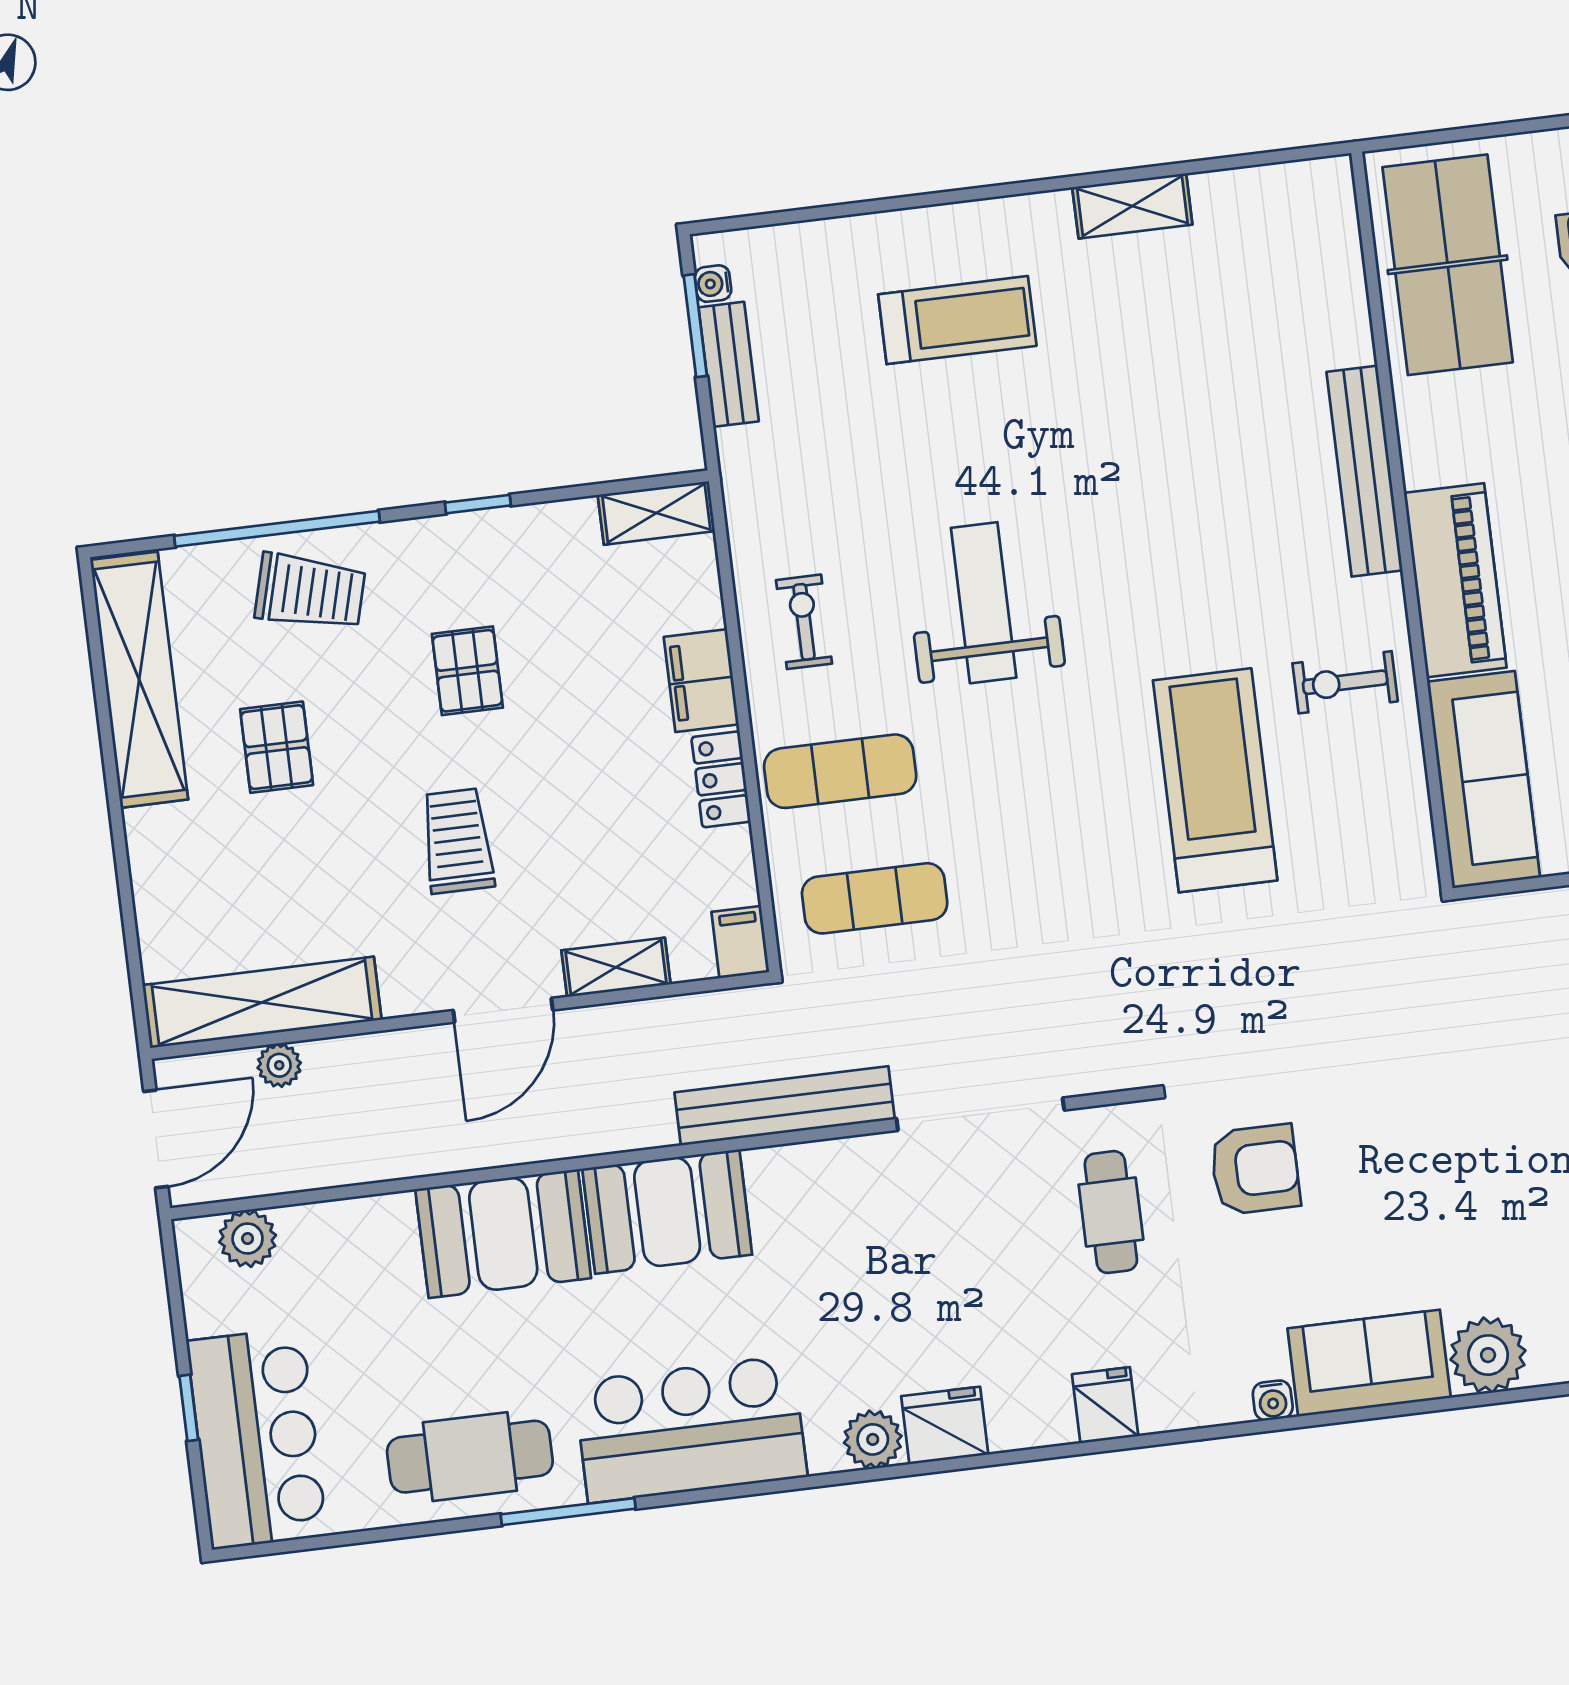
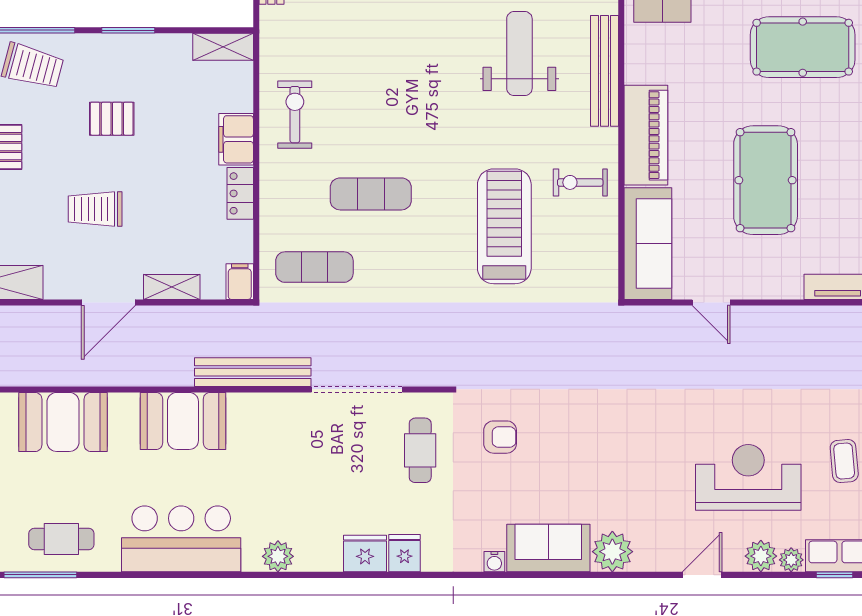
window: (478, 504) -> (128, 30), width x1.50
weight bench: (984, 603) -> (519, 54), moved
exercise bike: (804, 622) -> (295, 115), width x1.38, depth x1.39
pallet: (467, 671) -> (112, 119), turned 90
exercise mat: (840, 771) -> (371, 194), moved
trolley: (457, 841) -> (95, 209), turned -90
armchair: (1255, 1169) -> (500, 437), width x0.72, depth x0.72
booth: (503, 1234) -> (63, 422), moved
fridge: (945, 1425) -> (365, 554), moved
cafe table: (470, 1457) -> (61, 539), width x0.73, depth x0.74
window: (568, 1512) -> (40, 575), moved

